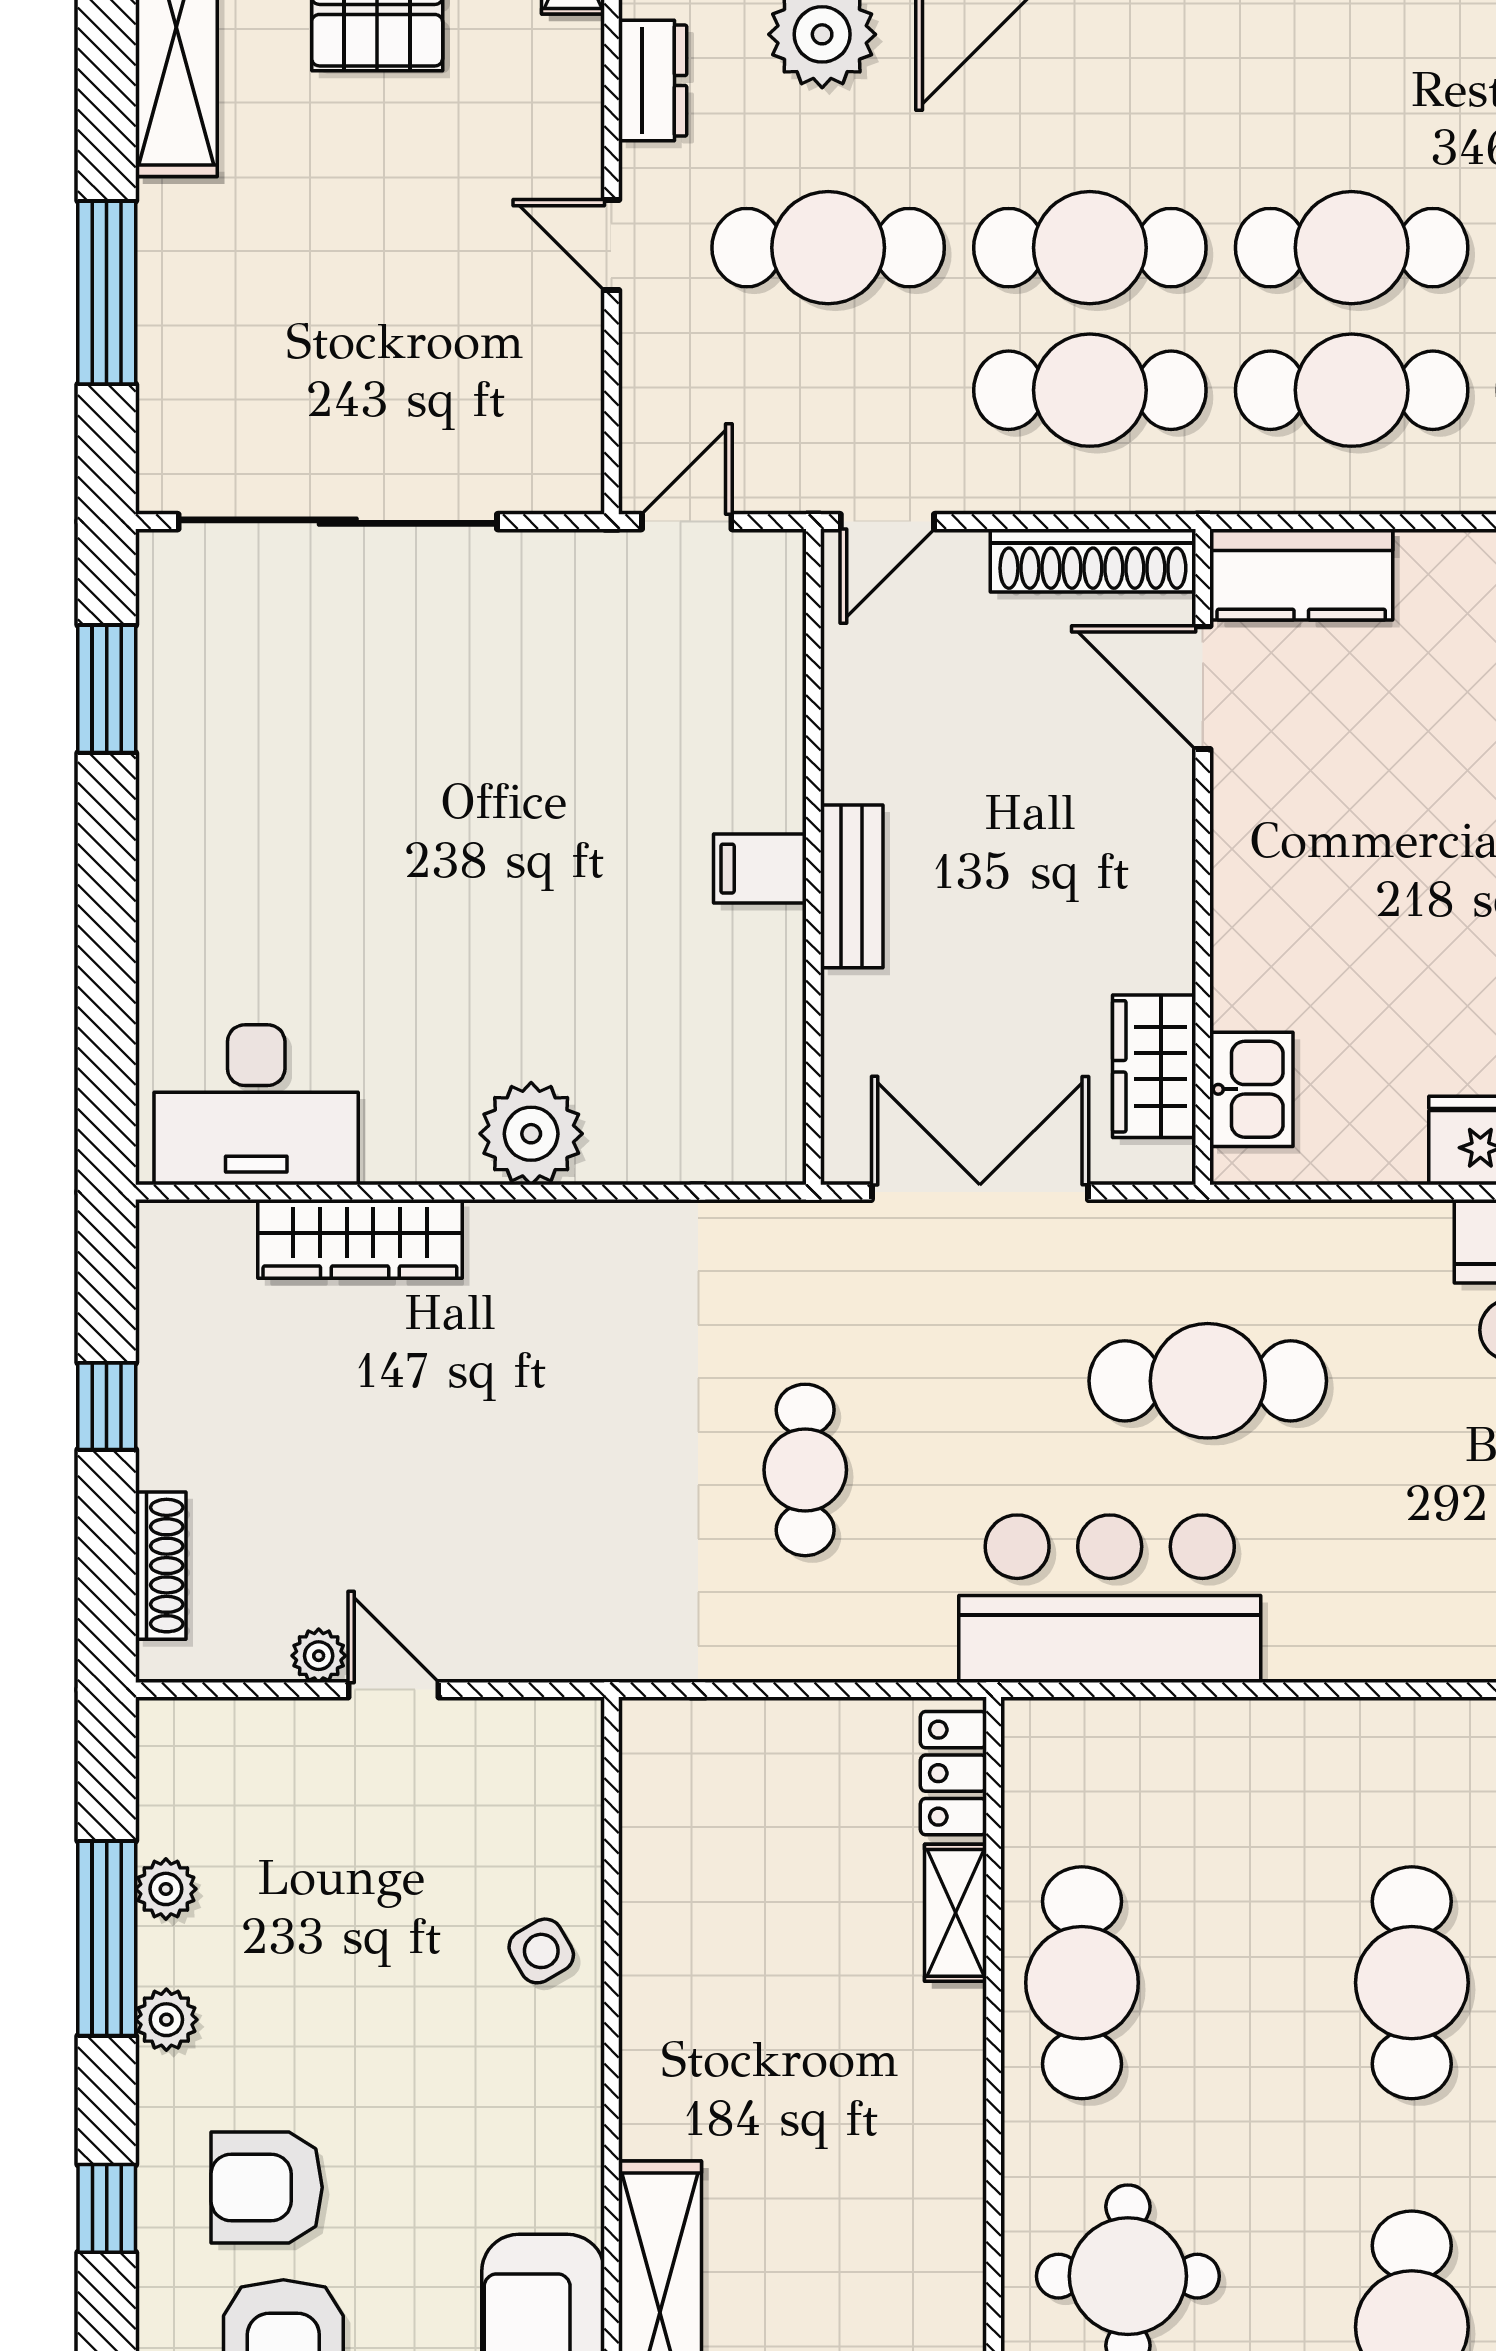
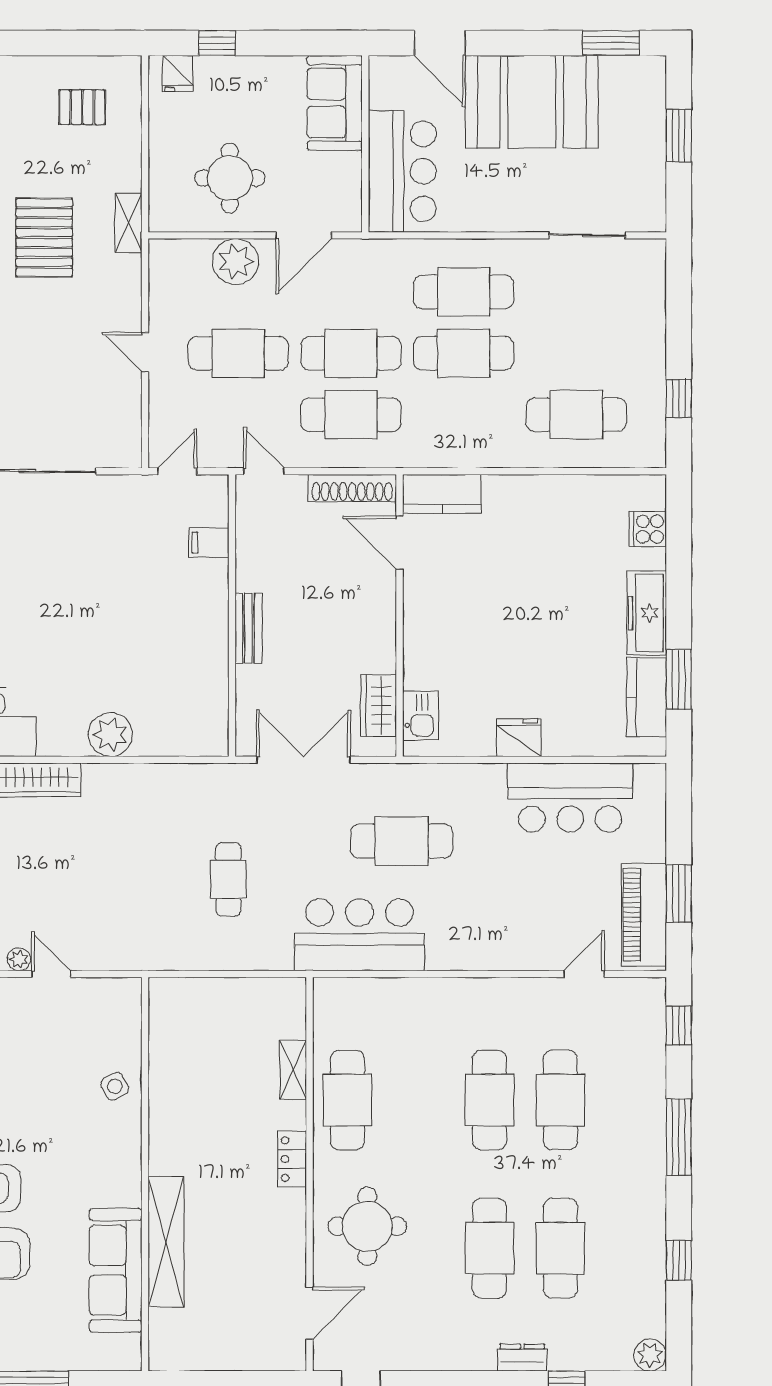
dresser: (653, 81) -> (163, 281), removed
cafe table: (1352, 390) -> (464, 292), moved
door: (887, 522) -> (264, 471), swing flipped
filing cabinet: (760, 869) -> (209, 543), moved
locker: (953, 1773) -> (292, 1159), moved

